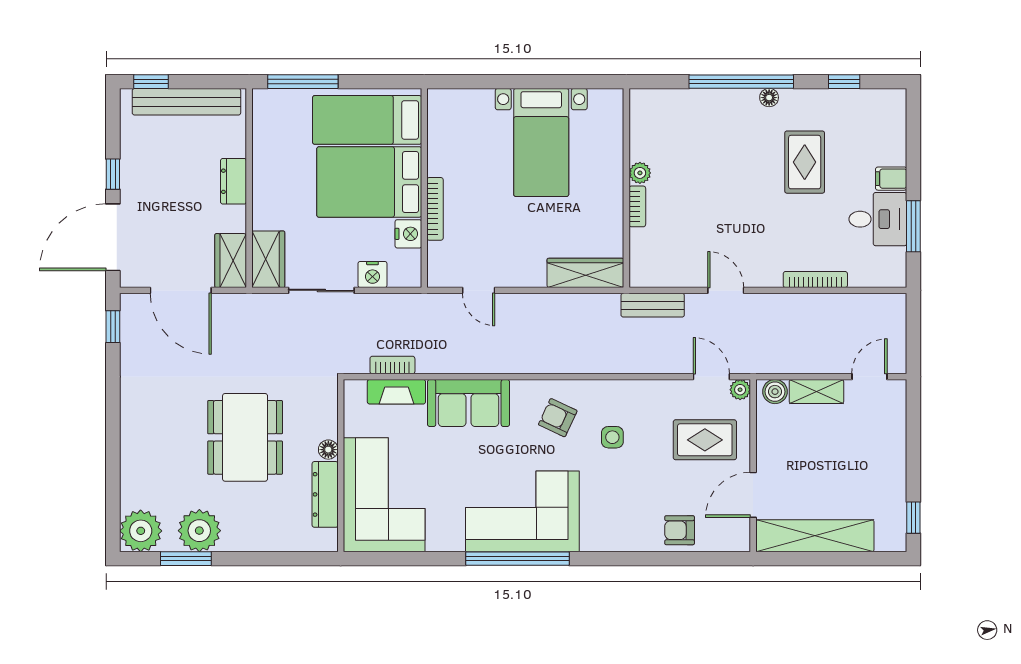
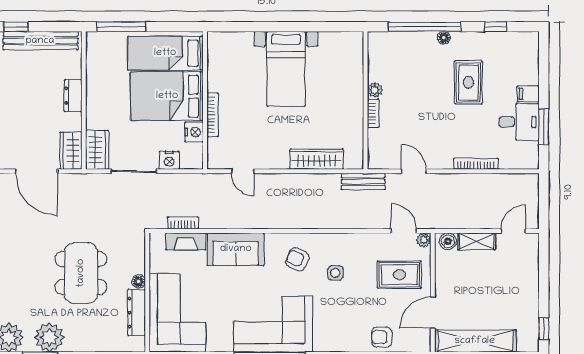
plant: (640, 173) -> (375, 90), moved
wall: (626, 188) -> (366, 100), moved
bookcase: (637, 206) -> (373, 113), moved

